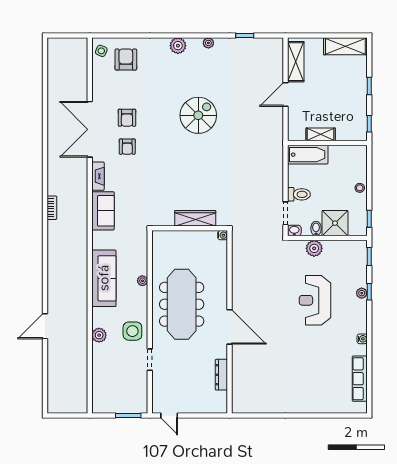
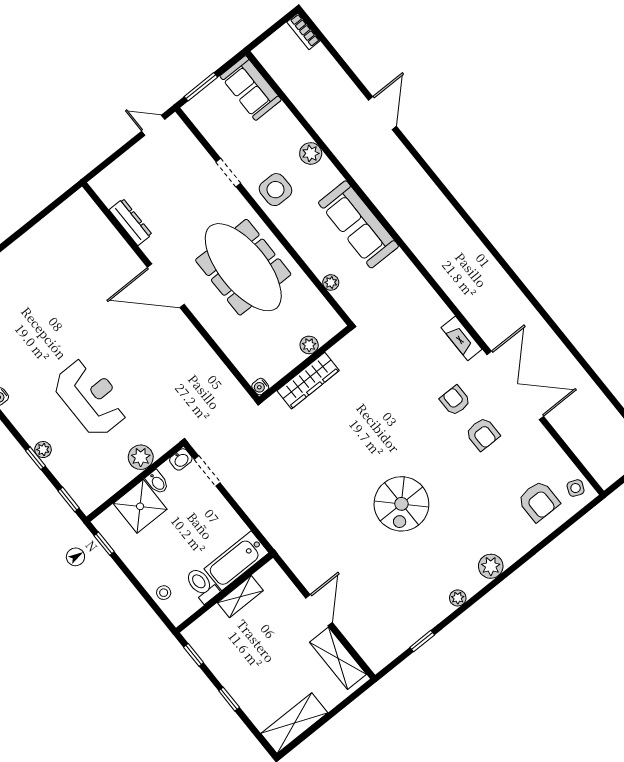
armchair: (127, 118) -> (483, 434), turned 180
stool: (360, 188) -> (164, 593), moved
toilet: (299, 194) -> (202, 585), moved, turned 90
bookcase: (52, 208) -> (303, 31), moved
sofa: (103, 211) -> (251, 88), moved
plant: (180, 236) -> (309, 345), added
plant: (142, 281) -> (331, 282), moved

